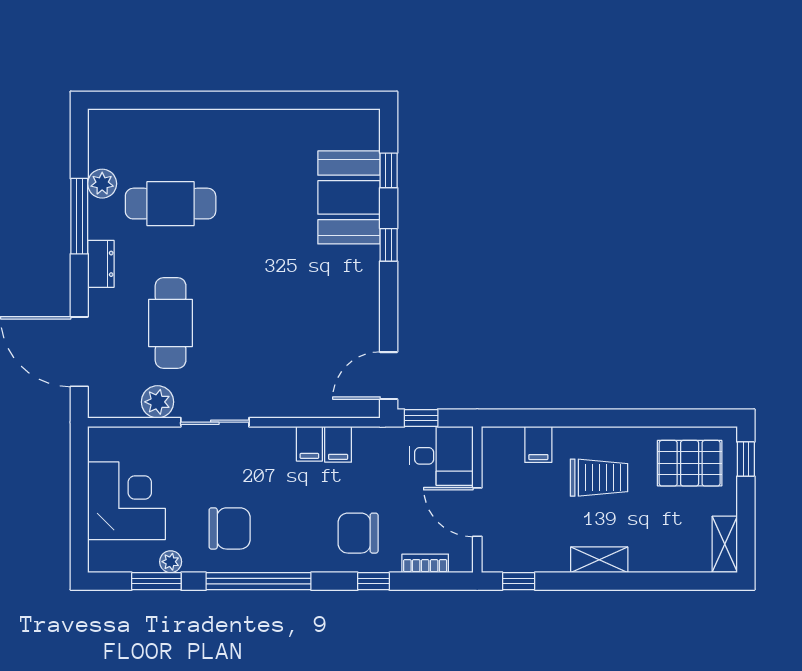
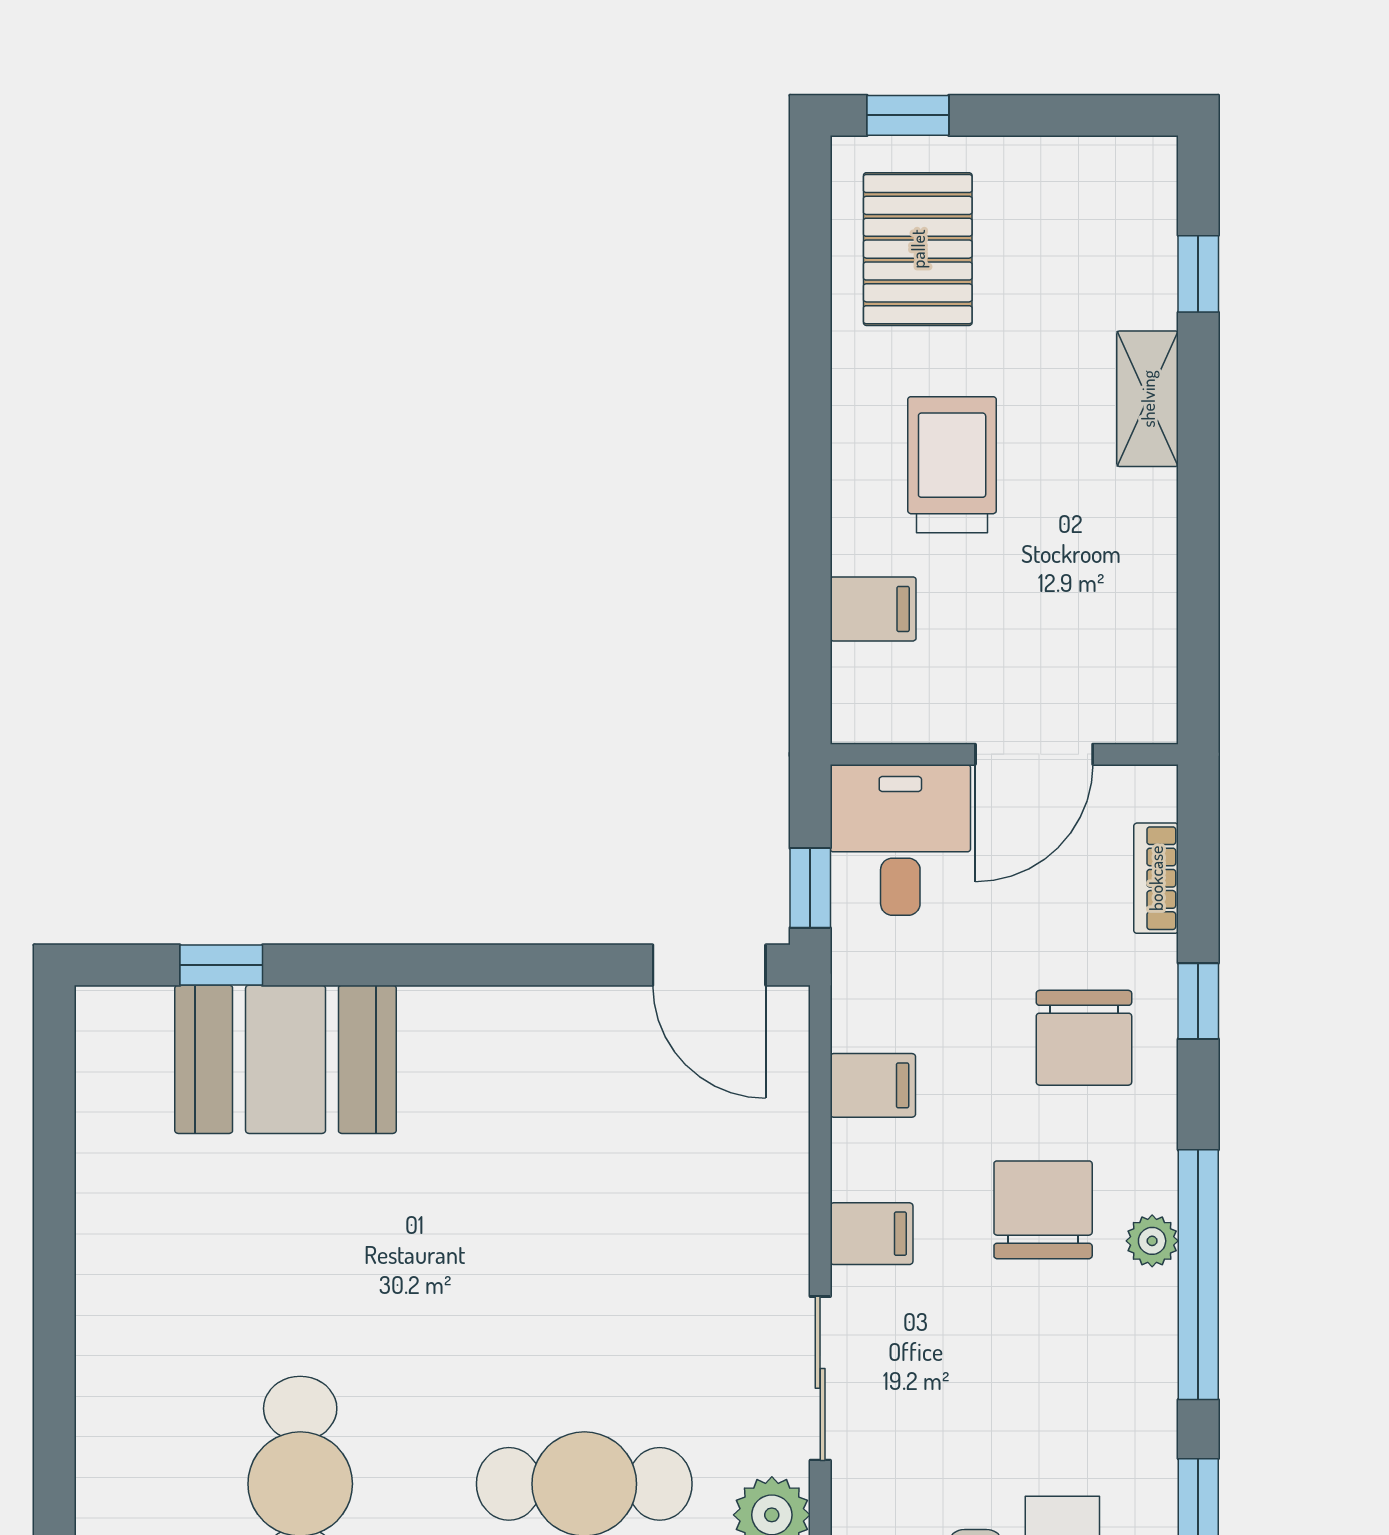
window: (389, 245) -> (398, 965), removed
filing cabinet: (309, 444) -> (872, 1234), moved
chair: (230, 528) -> (1043, 1210), moved
shelving: (725, 544) -> (1110, 165), removed
shelving: (599, 560) -> (1148, 399), moved
plant: (171, 562) -> (1152, 1241), moved
window: (519, 581) -> (1198, 274), moved

